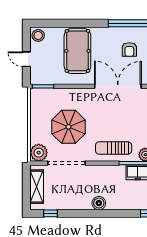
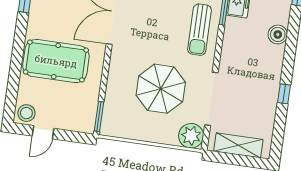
door: (26, 59) -> (43, 132), moved
boiler: (99, 203) -> (278, 34), moved
window: (50, 213) -> (284, 94), moved

